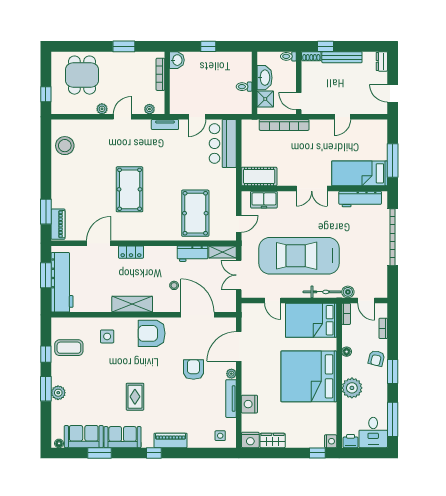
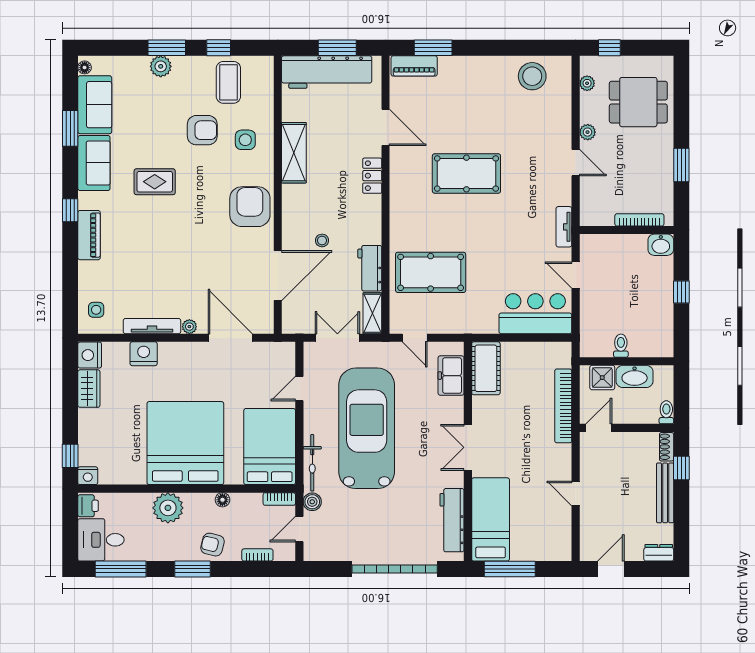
plant: (149, 109) -> (587, 83), moved
shelving: (132, 304) -> (294, 153), moved
armchair: (193, 370) -> (202, 130), moved

